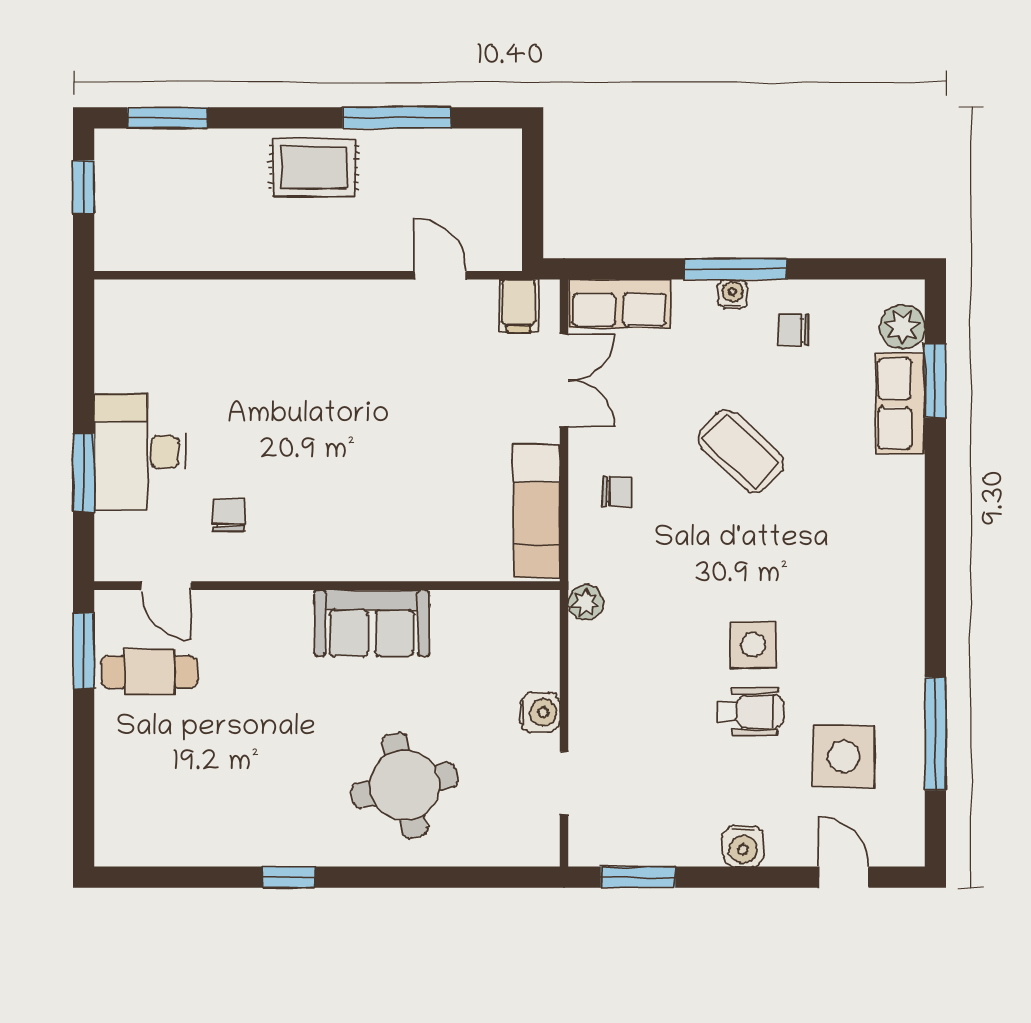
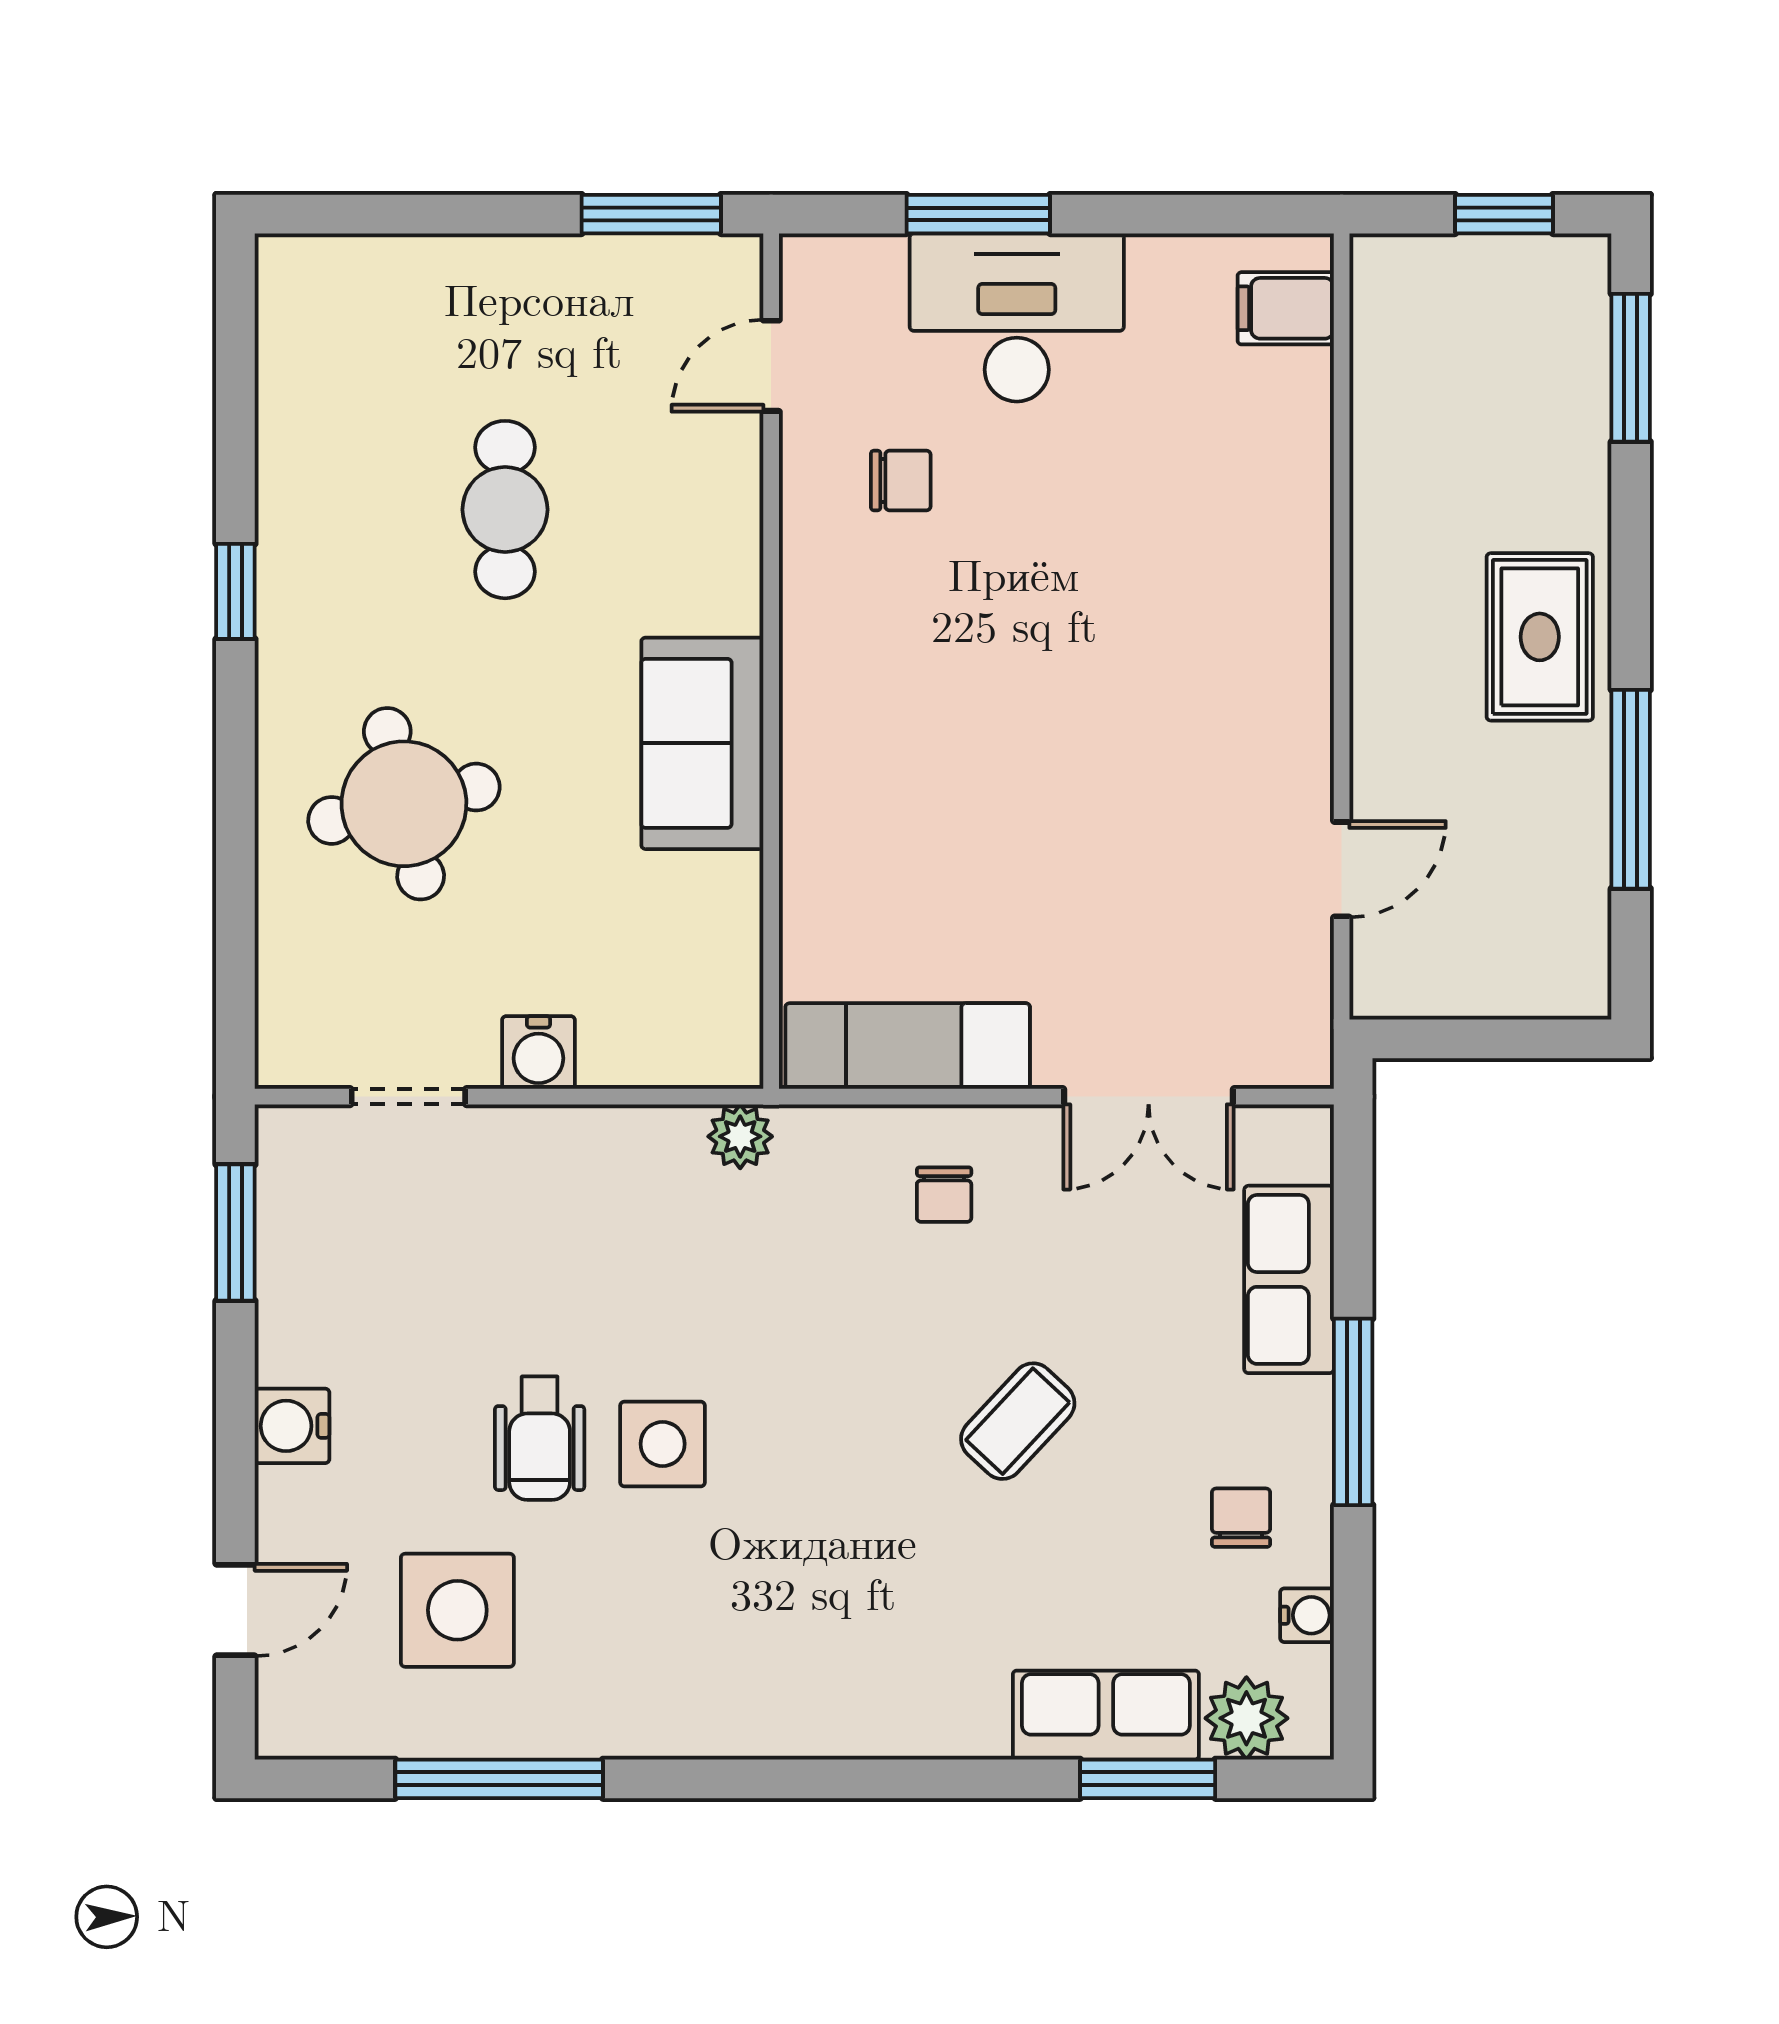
water cooler: (732, 294) -> (1307, 1615), moved
row of seats: (619, 304) -> (1289, 1279), moved
filing cabinet: (519, 306) -> (1286, 308), moved
coffee table: (741, 451) -> (1018, 1421), width x0.73, depth x0.77
cafe table: (149, 672) -> (505, 510), moved

